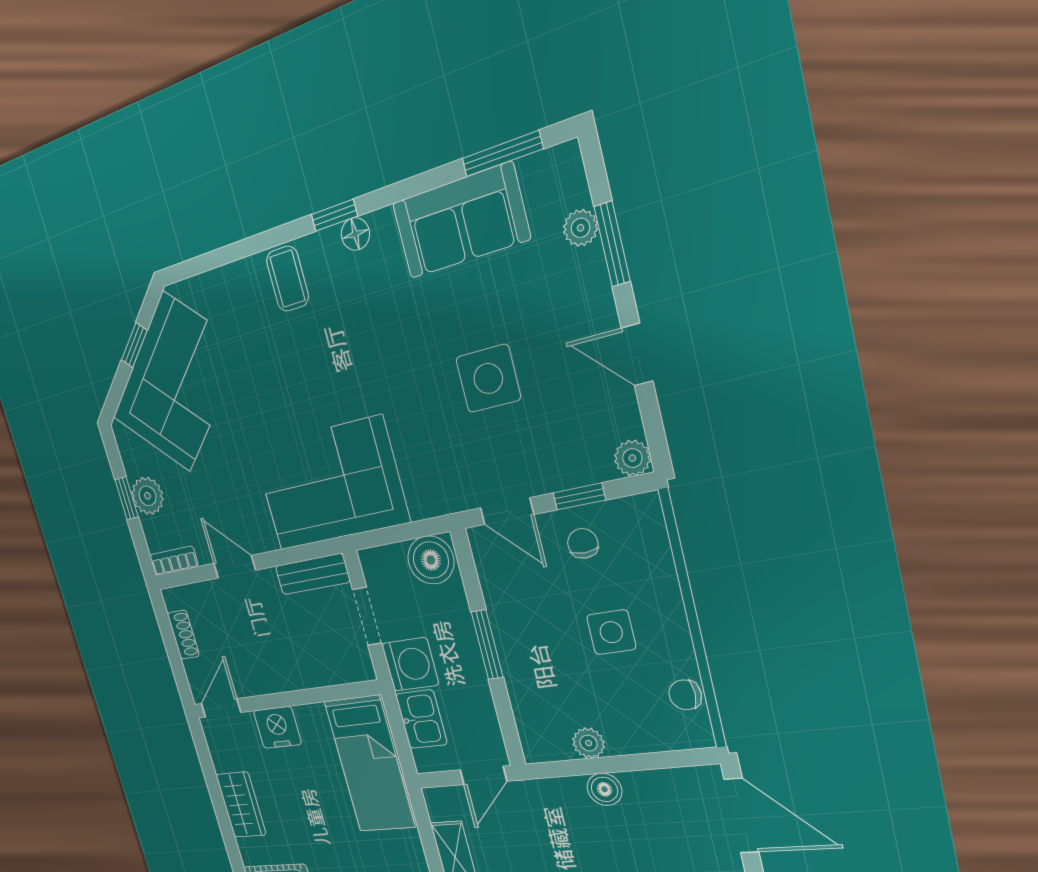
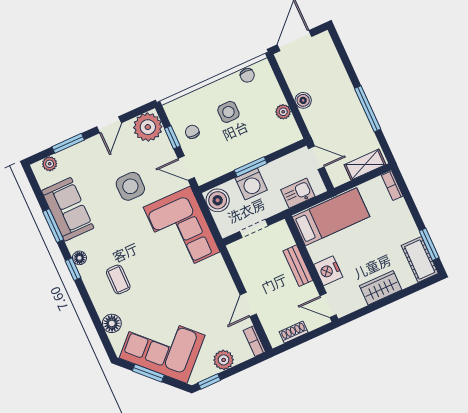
window: (502, 154) -> (53, 226), moved
plant: (581, 228) -> (50, 164), moved
coffee table: (288, 279) -> (118, 279), moved, turned 90
floor lamp: (224, 286) -> (112, 323), added
window: (134, 345) -> (148, 373), width x1.50
plant: (632, 458) -> (148, 127), width x1.88, depth x1.88
corner sofa: (330, 484) -> (182, 230), moved
window: (127, 498) -> (209, 381), moved
door: (507, 511) -> (186, 168), swing flipped
chair: (583, 543) -> (192, 132), turned 90
bench: (312, 574) -> (298, 266), moved
washing machine: (410, 664) -> (251, 184), moved, turned 180

